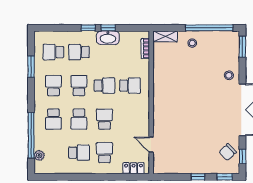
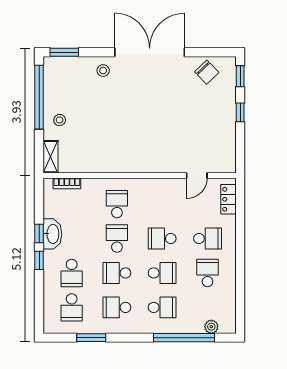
school desk: (104, 153) -> (207, 239), turned 180
window: (242, 156) -> (213, 52), removed

